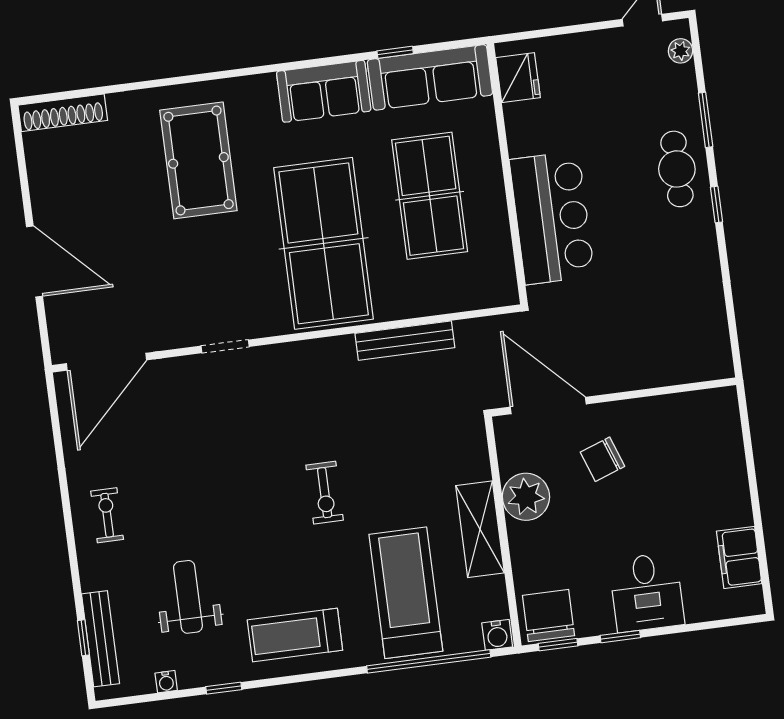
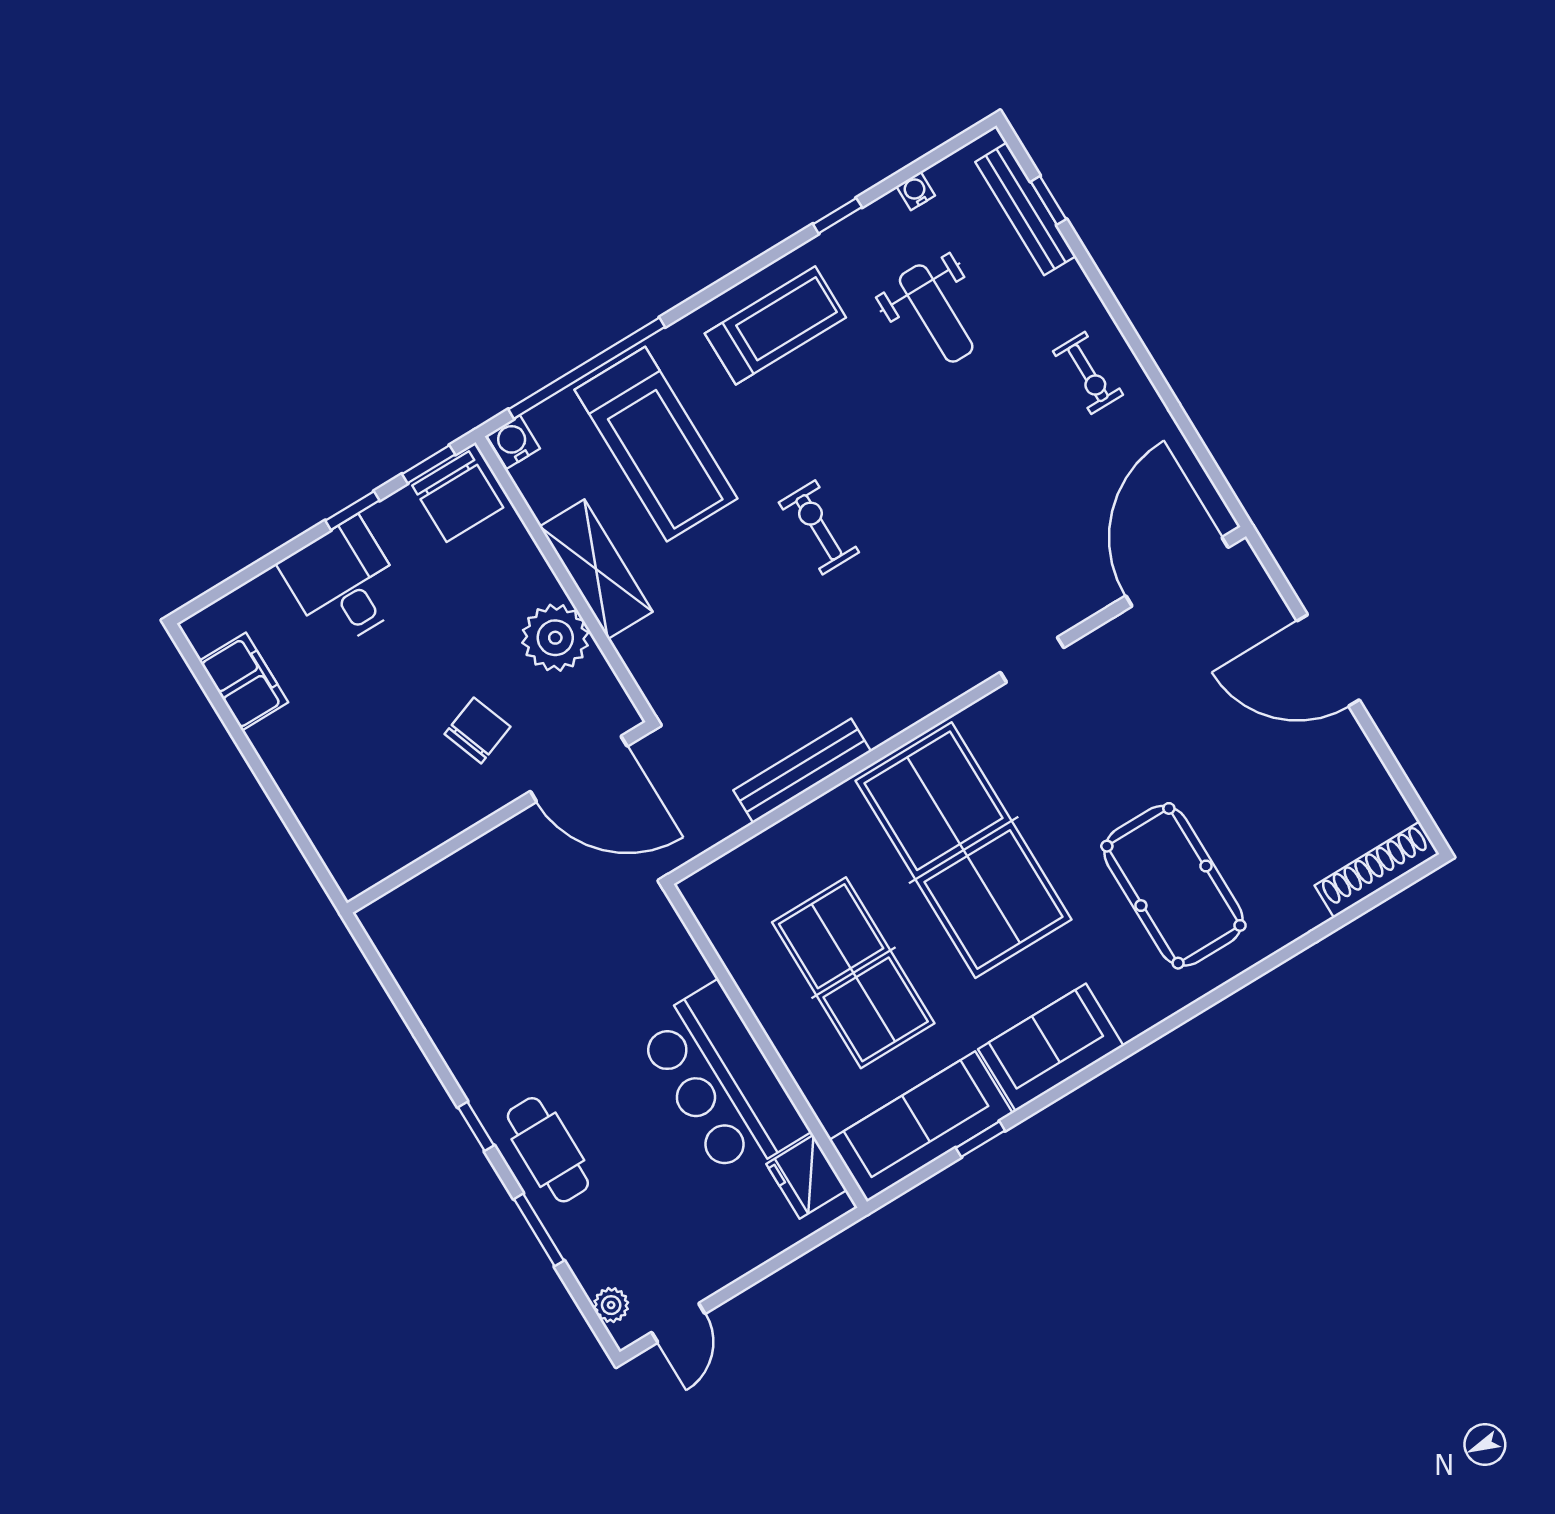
bar counter: (552, 218) -> (722, 1081), moved

